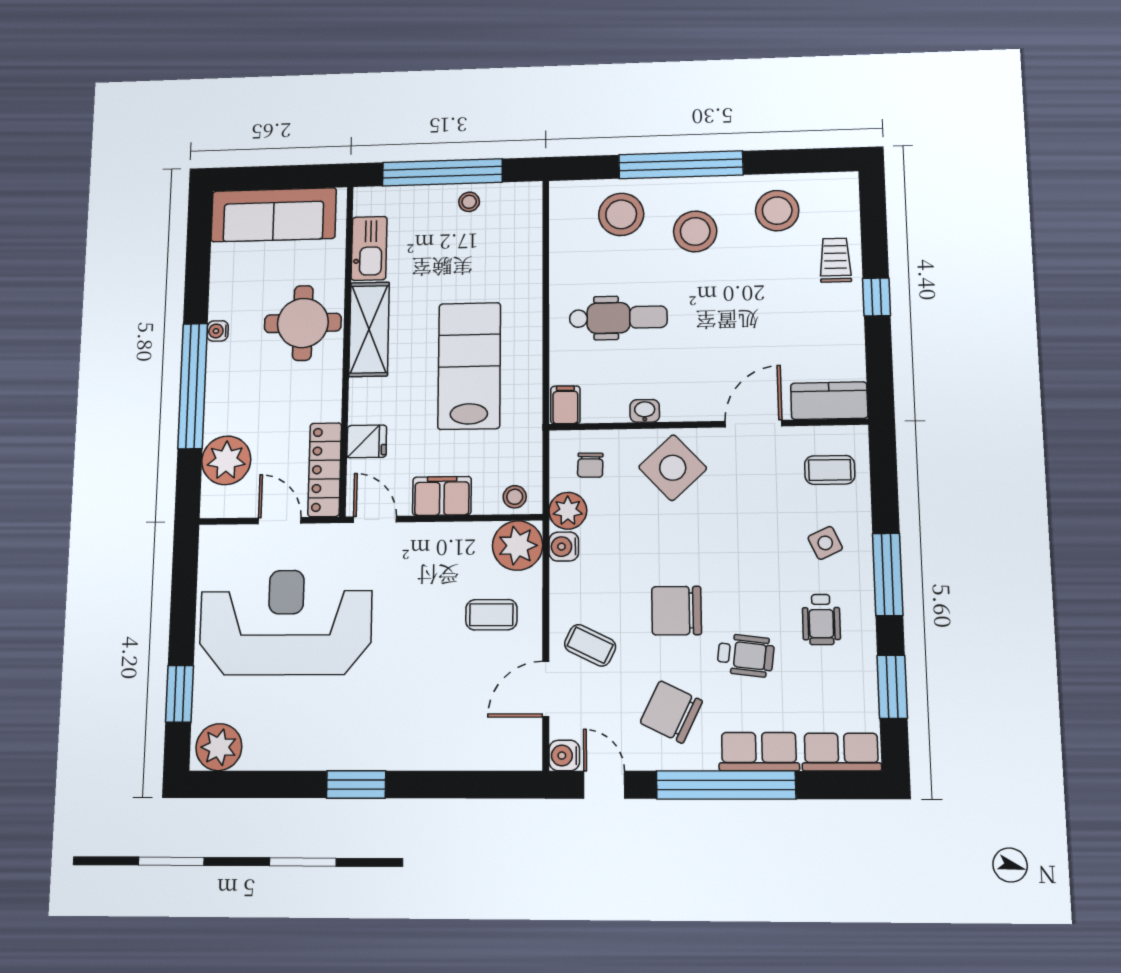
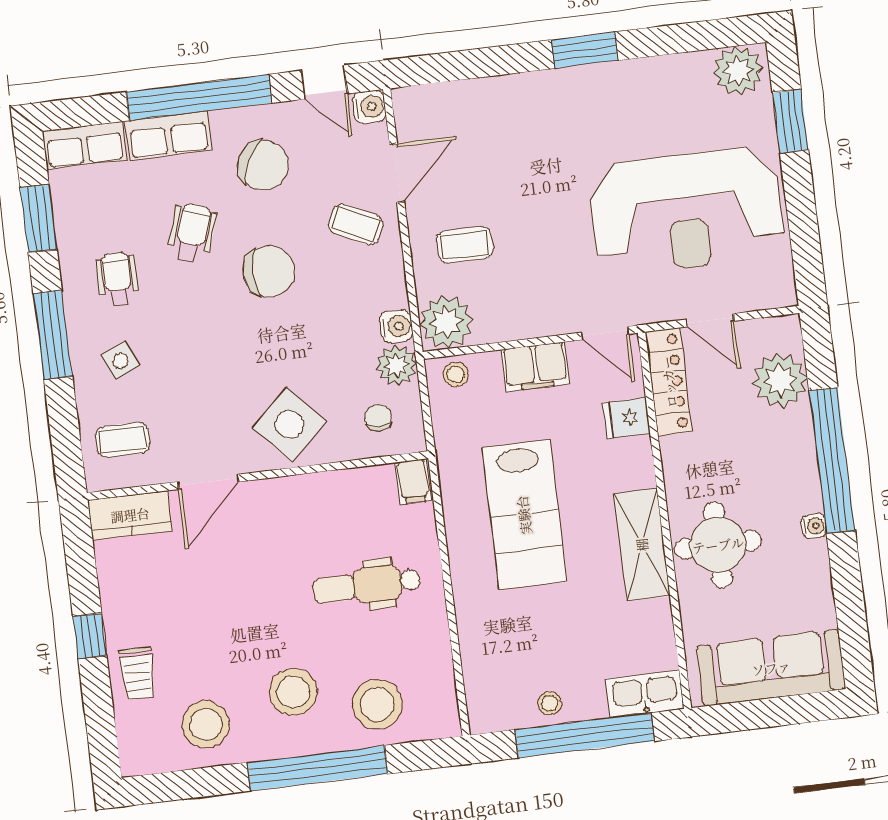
kitchen sink: (369, 248) -> (645, 694), moved, turned 90
washbasin: (645, 411) -> (326, 484), removed
wheelchair: (746, 655) -> (192, 233), turned 102

